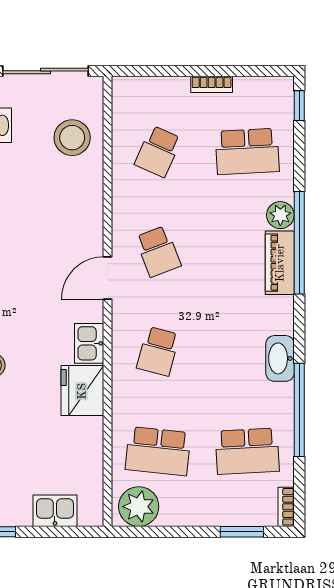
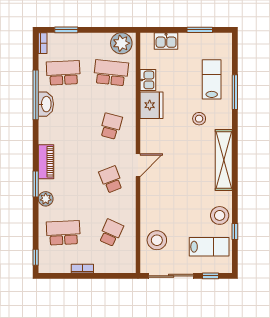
window: (299, 243) -> (36, 184), width x0.47
piano: (280, 263) -> (46, 162), moved
kitchen sink: (89, 343) -> (148, 80), moved
washbasin: (280, 358) -> (46, 104), moved

